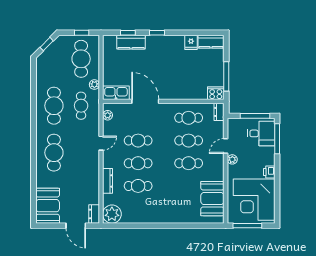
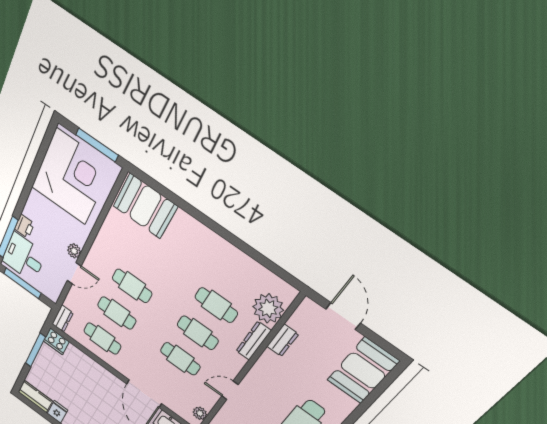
printer: (269, 172) -> (24, 226), moved
booth: (212, 199) -> (145, 206), moved, turned 90
dresser: (94, 214) -> (283, 340), moved
plant: (112, 214) -> (268, 308), moved

